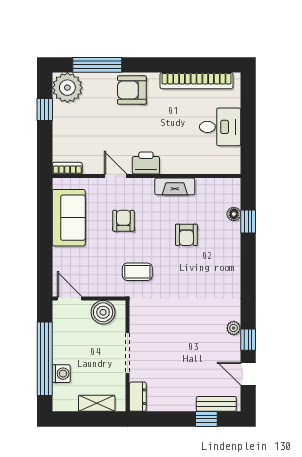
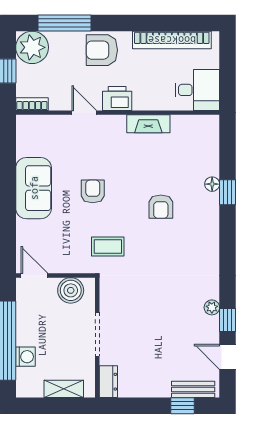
printer: (146, 163) -> (117, 98), moved
bookcase: (67, 168) -> (32, 104), moved
door: (116, 176) -> (84, 113), moved
wall: (146, 176) -> (118, 113), moved
fireplace: (175, 186) -> (148, 124), moved

